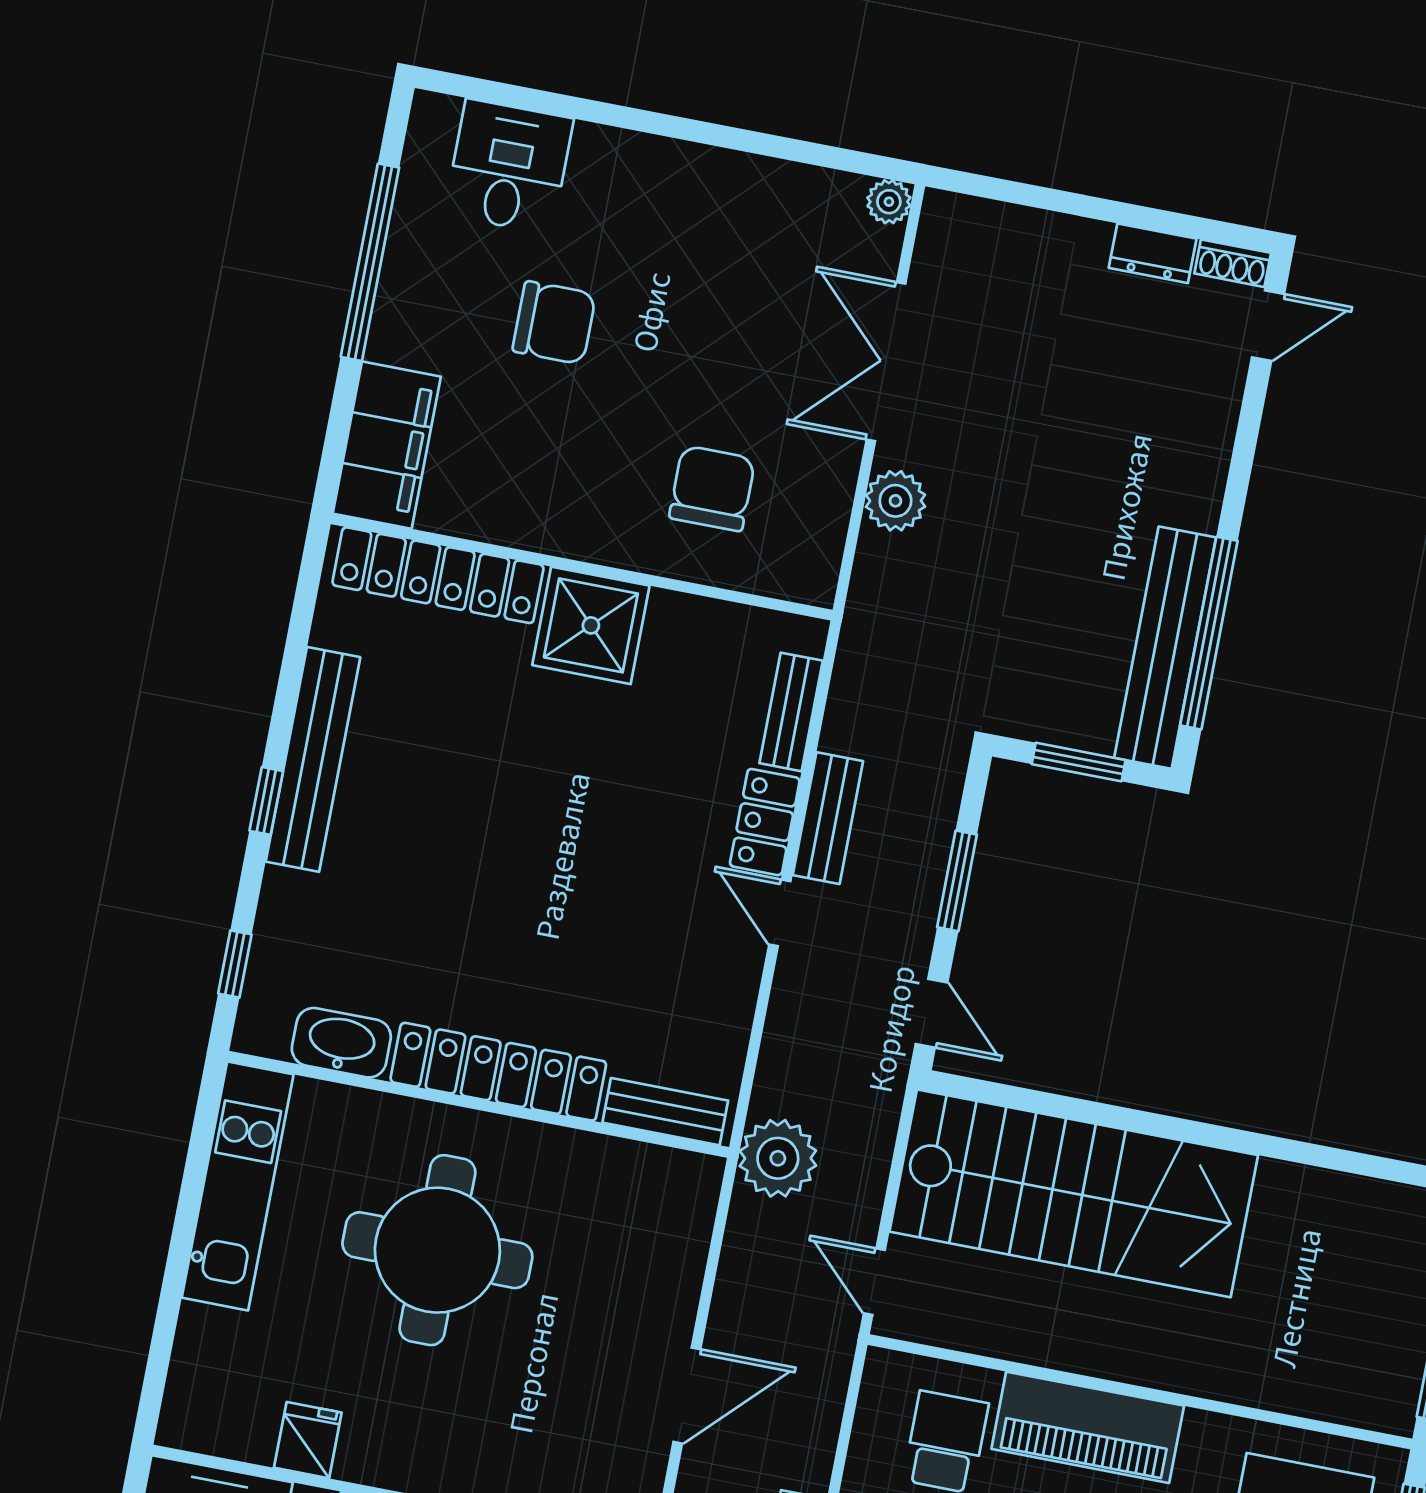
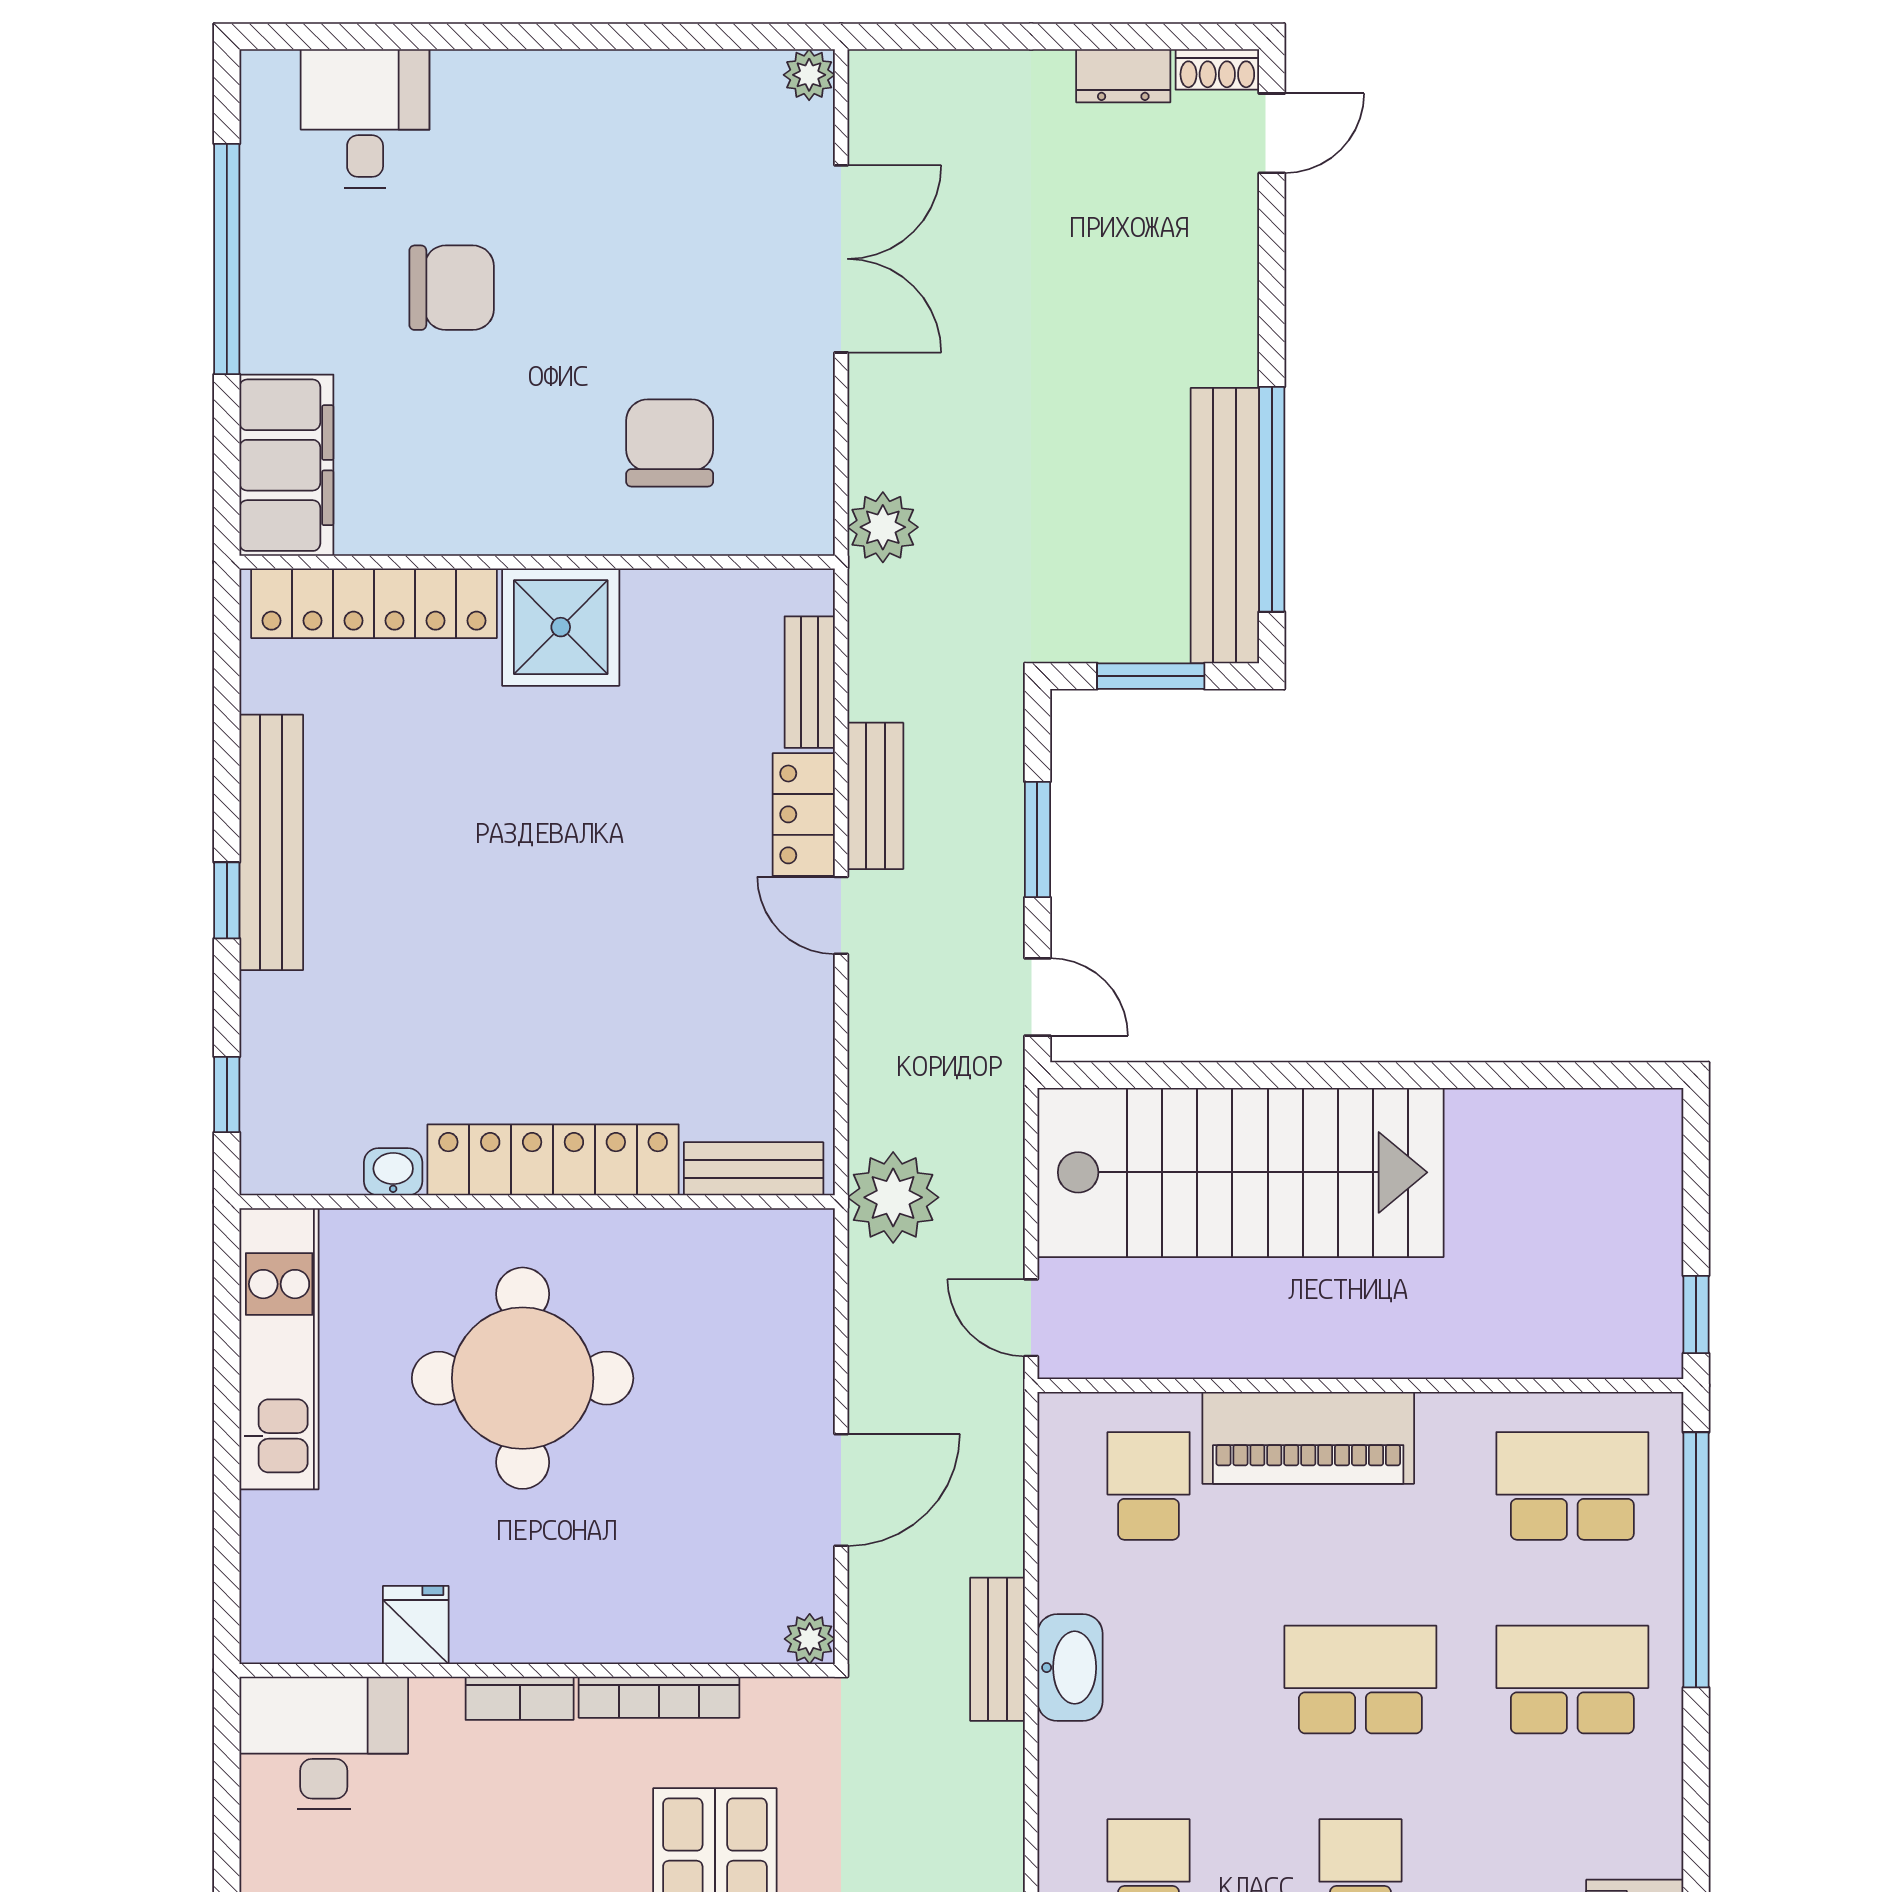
double door: (886, 362) -> (841, 259), swing flipped
plant: (895, 501) -> (883, 527), moved
washbasin: (341, 1043) -> (393, 1172), width x0.52, depth x0.69

